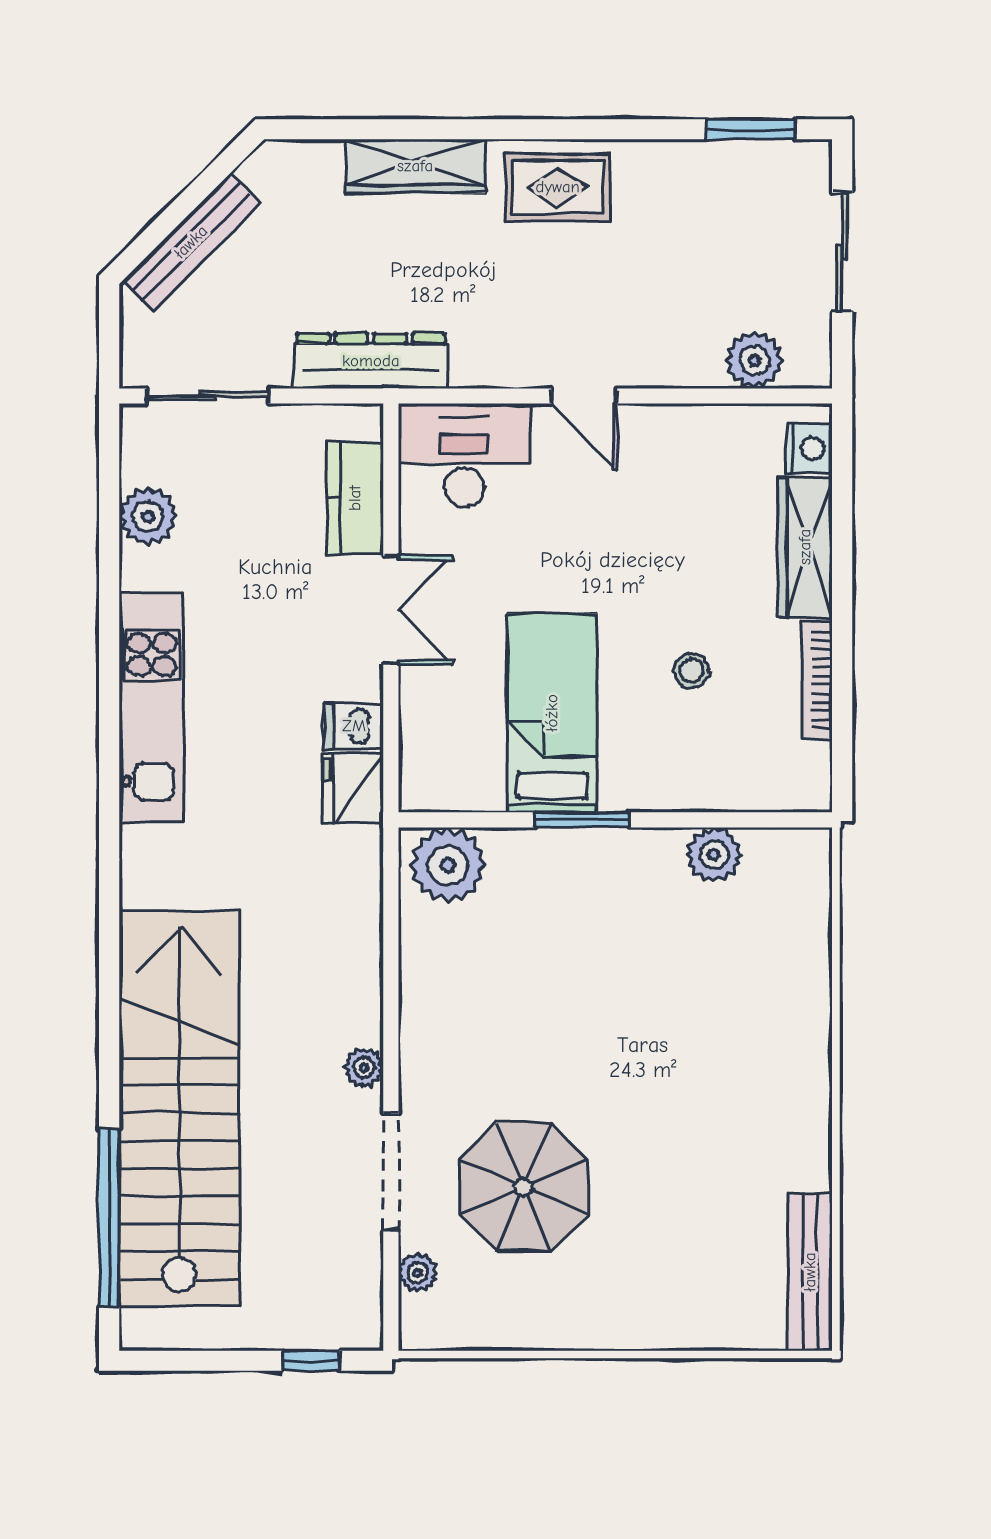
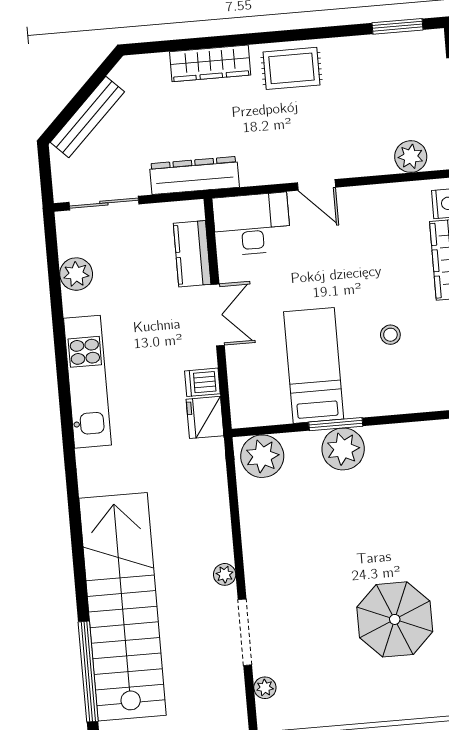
plant: (714, 855) -> (343, 449), moved, width x1.36, depth x1.36
parasol: (524, 1187) -> (395, 619), moved

